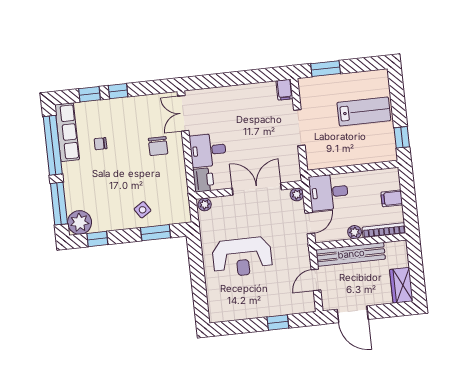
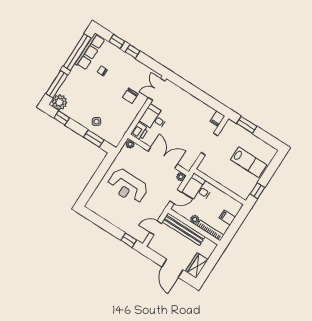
door: (353, 314) -> (172, 268), moved
window: (278, 322) -> (129, 240), moved

